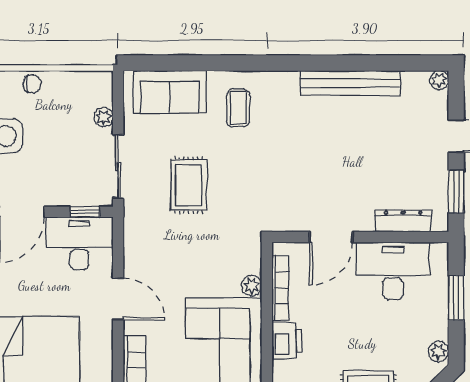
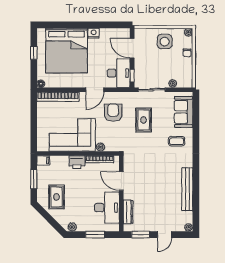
rug: (189, 185) -> (144, 120), turned 90
armchair: (172, 256) -> (113, 113), added

